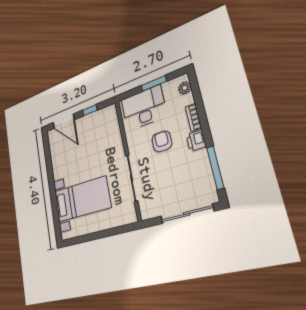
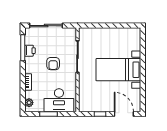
armchair: (162, 141) -> (53, 64), moved
printer: (196, 141) -> (30, 51), moved
bed with nightstands: (82, 199) -> (118, 70), moved

